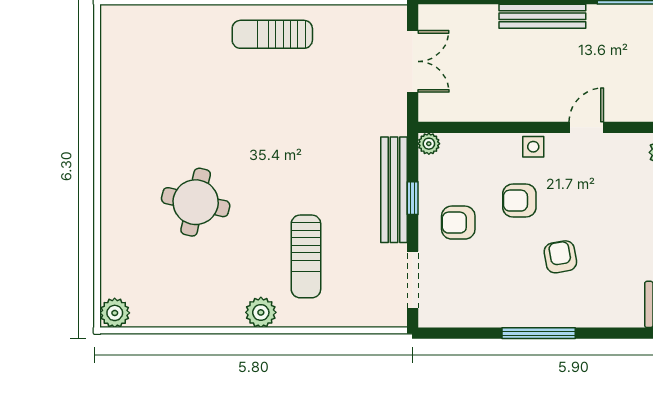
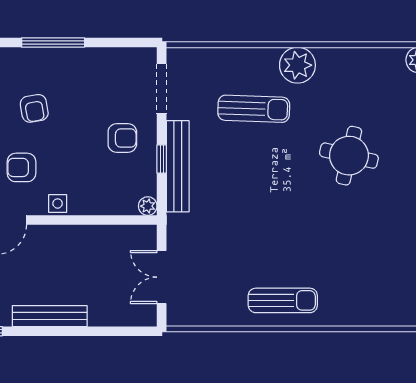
armchair: (519, 201) -> (21, 167), moved, turned 180
sun lounger: (306, 256) -> (254, 109), turned 92
plant: (261, 312) -> (297, 65), width x1.36, depth x1.36

